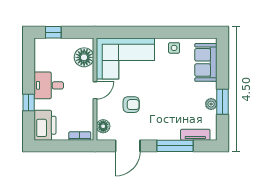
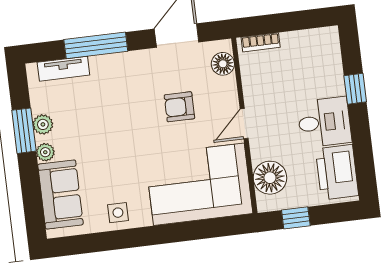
window: (53, 32) -> (296, 218), moved
plant: (212, 88) -> (45, 152), added
printer: (45, 125) -> (337, 172), moved

